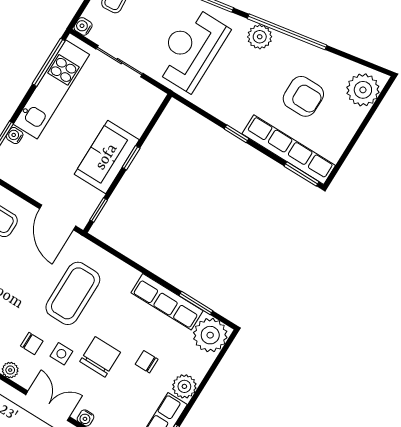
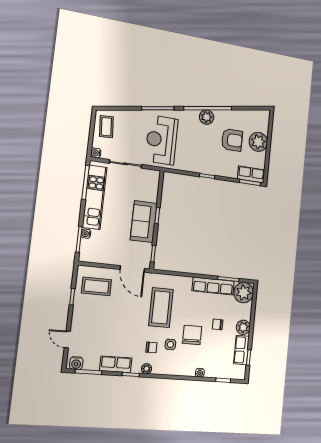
plant: (260, 37) -> (207, 117), moved
plant: (363, 90) -> (258, 142), moved
row of seats: (289, 150) -> (251, 174), width x0.50
double door: (48, 406) -> (176, 377), removed

